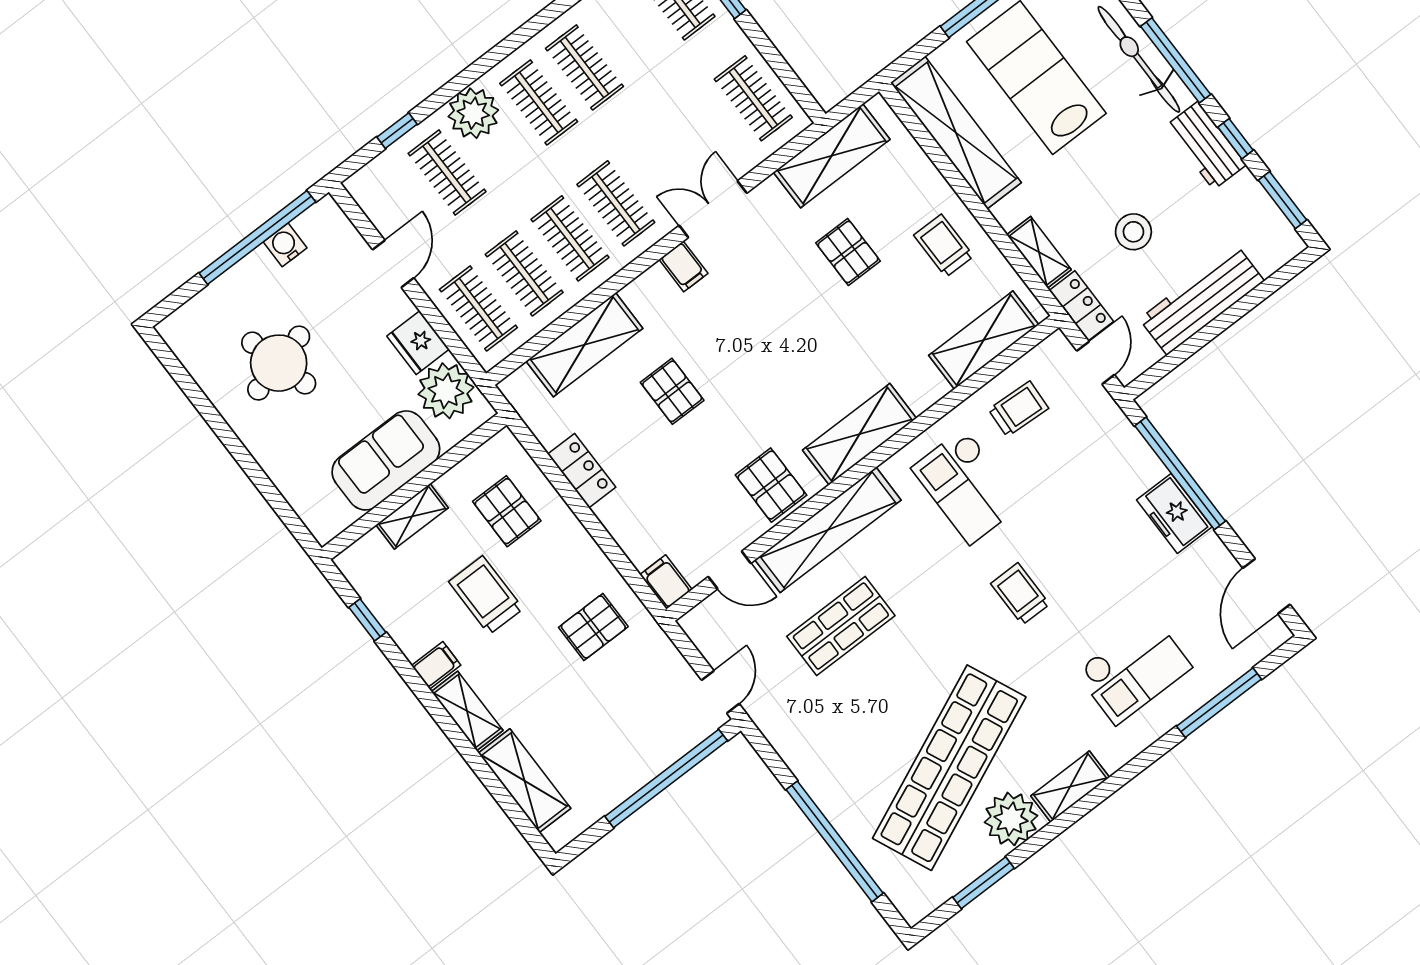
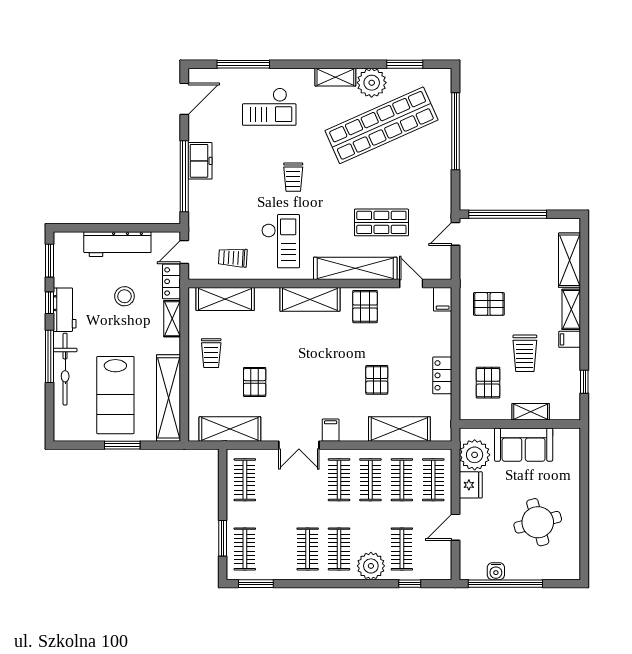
checkout: (1134, 670) -> (269, 107), turned 180

